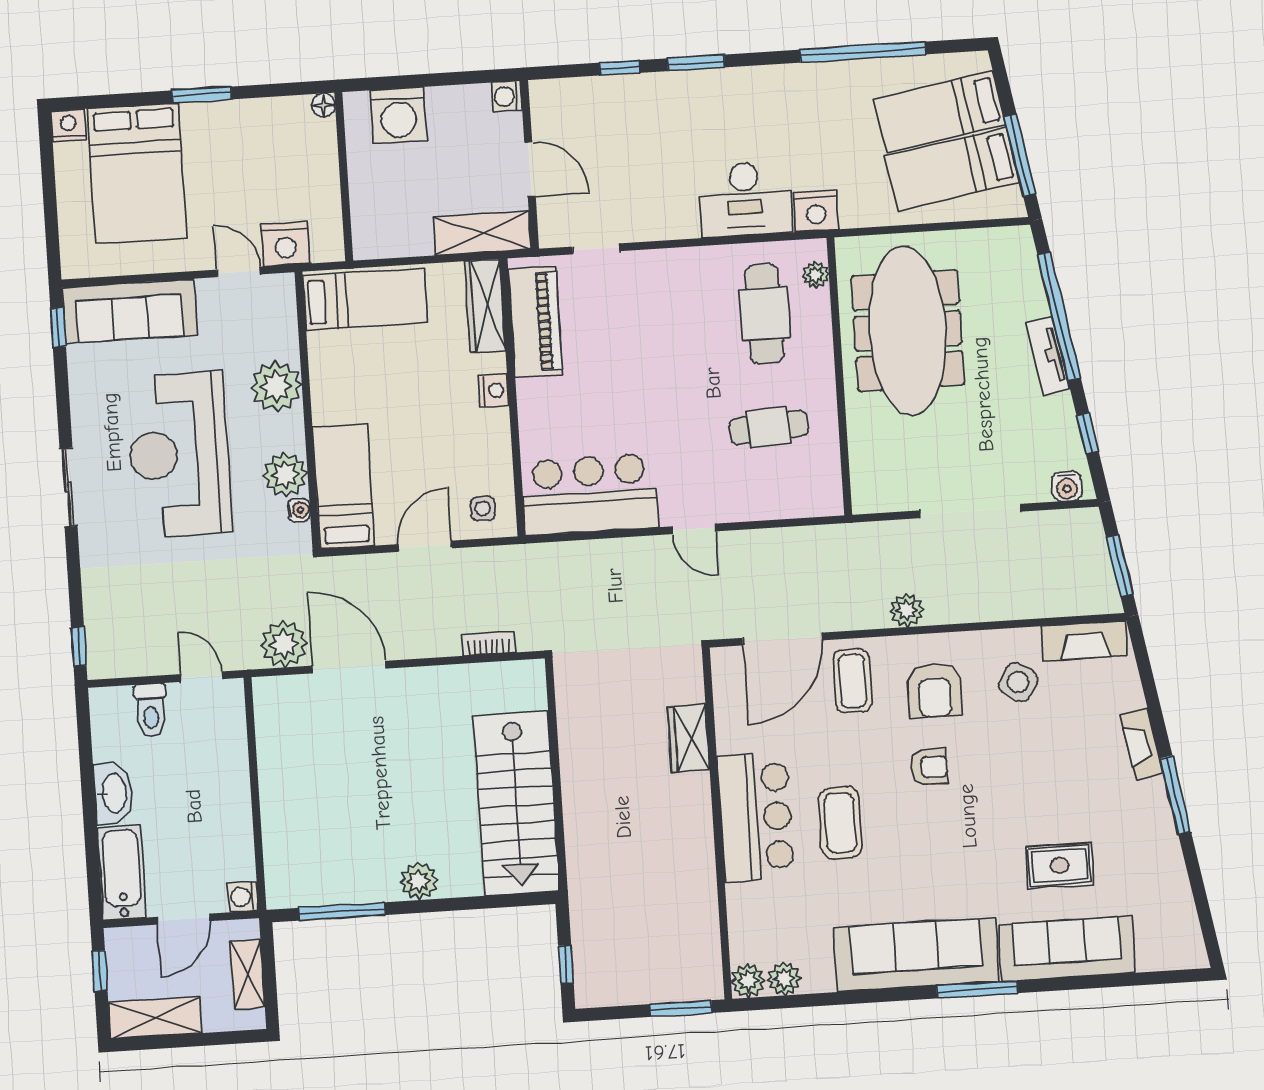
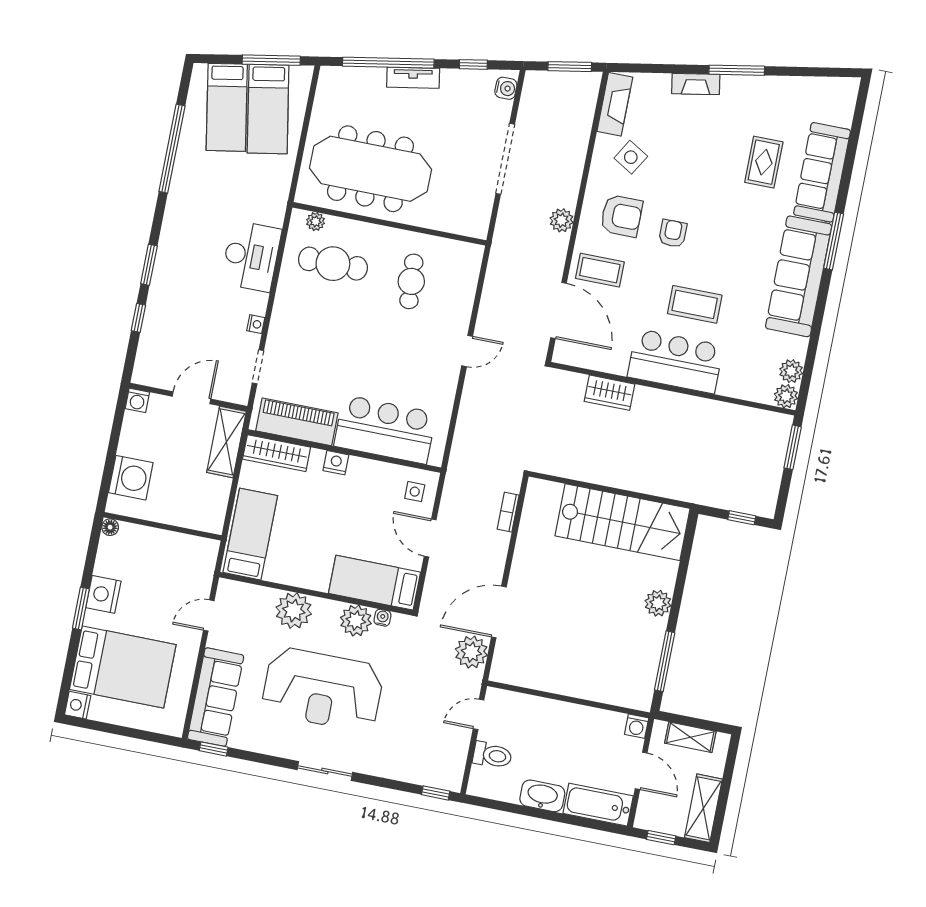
nightstand: (816, 211) -> (256, 324), moved, width x0.53, depth x0.56
nightstand: (286, 244) -> (103, 594), moved, turned 180
bar counter: (590, 494) -> (385, 429), moved, turned 90

